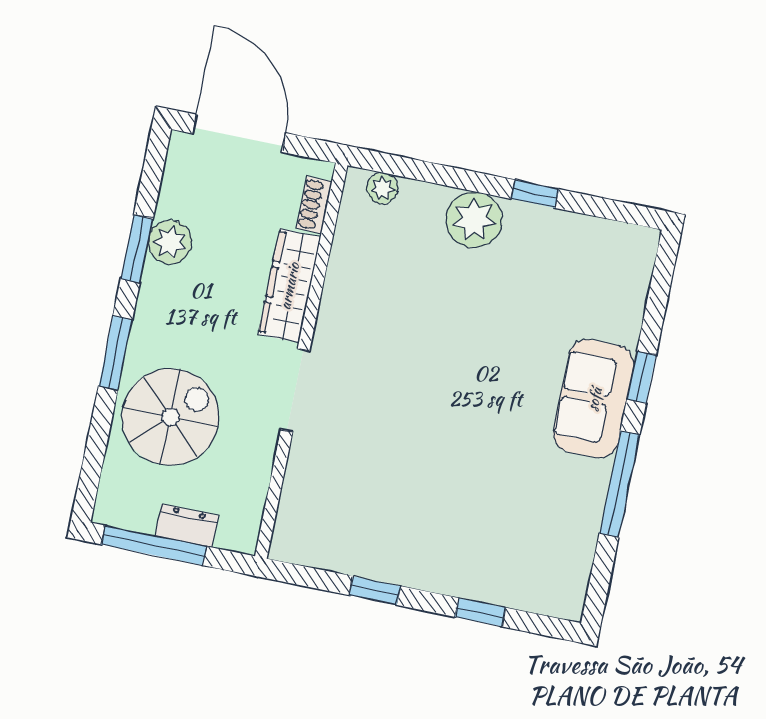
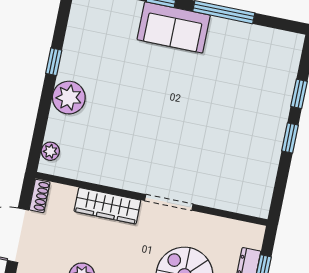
shoe rack: (314, 205) -> (40, 196), moved, turned -90
window: (375, 591) -> (290, 138), moved

